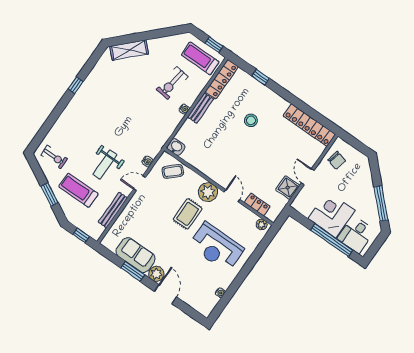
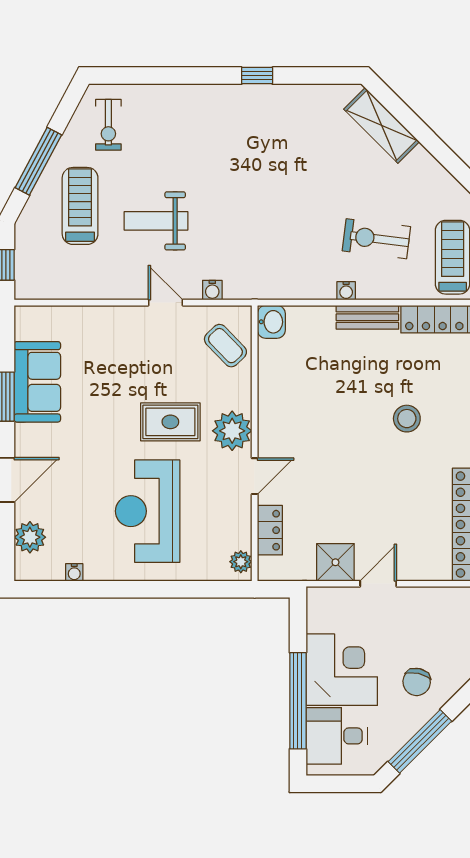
chair: (337, 160) -> (417, 682), moved
window: (49, 194) -> (38, 161), width x1.44
bench: (113, 210) -> (87, 289), removed
plant: (156, 274) -> (30, 537), moved

